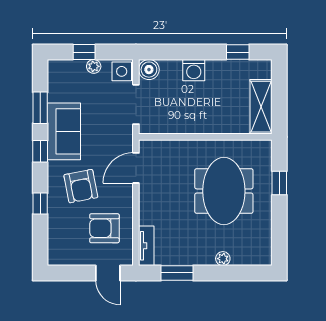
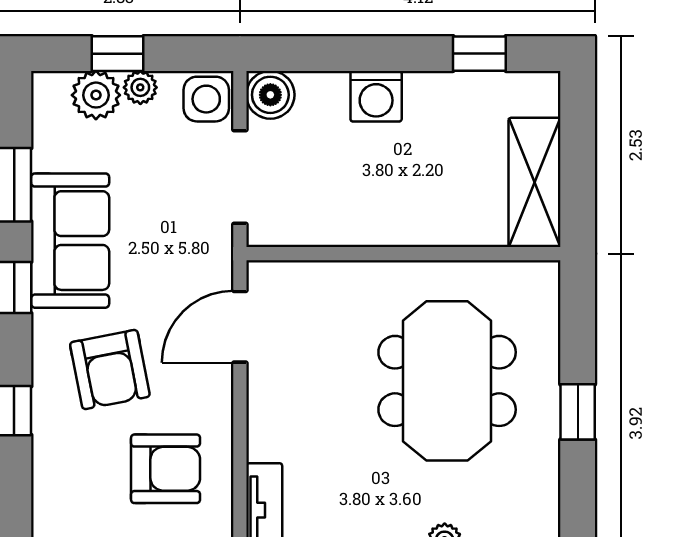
plant: (75, 70) -> (96, 95), added
window: (279, 183) -> (578, 412), moved
armchair: (104, 228) -> (166, 469), turned 180

